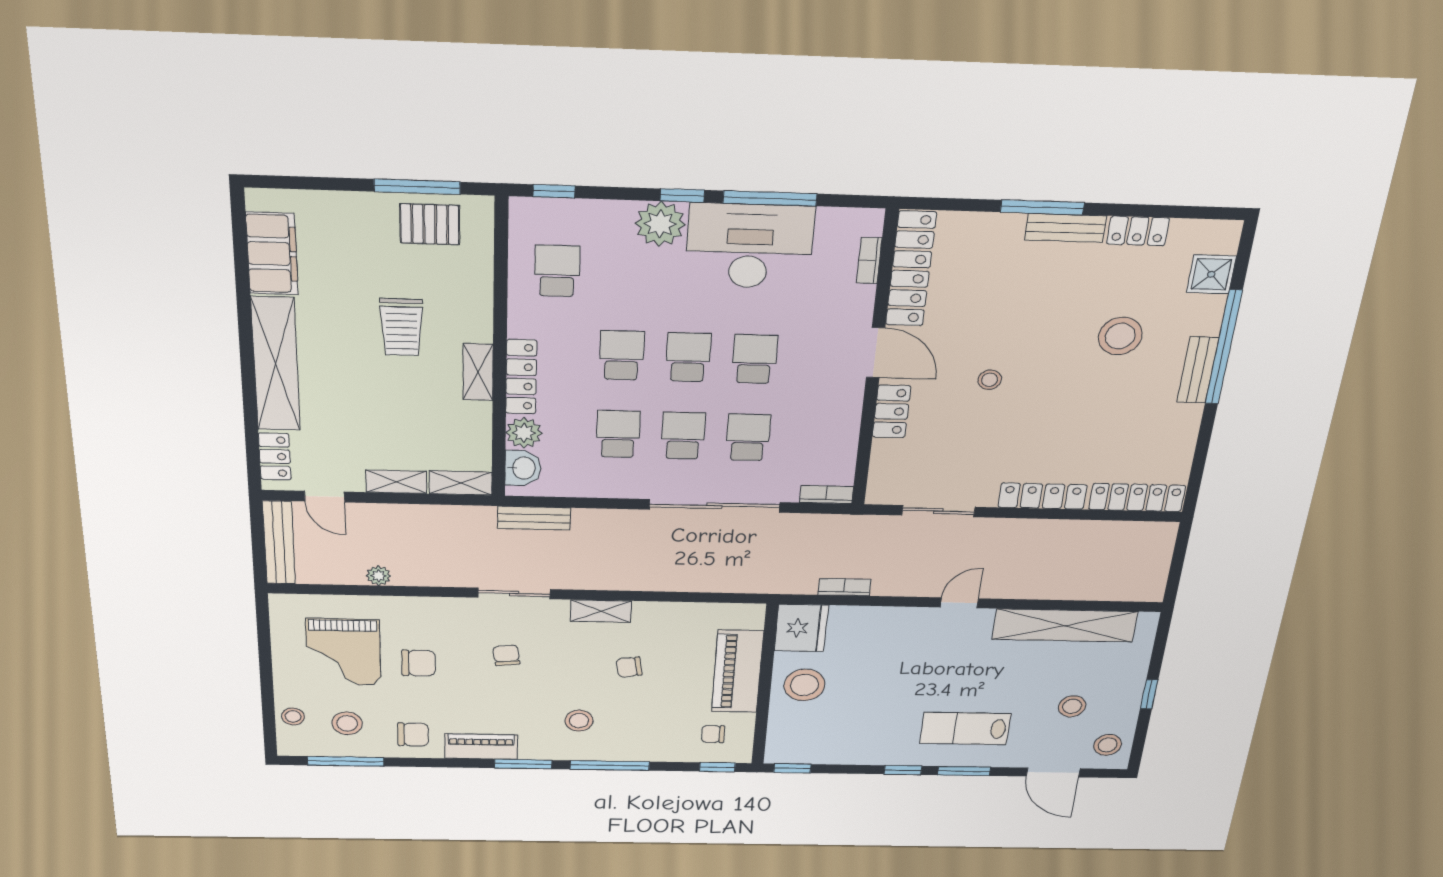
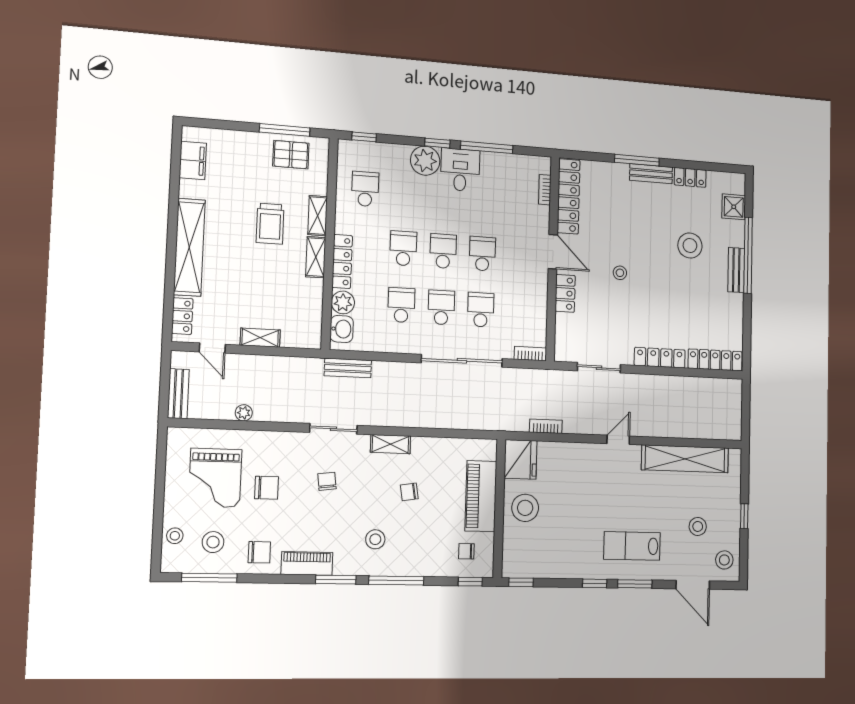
desk: (750, 246) -> (460, 170), width x0.53, depth x0.77
filing cabinet: (272, 254) -> (193, 160), width x0.67, depth x0.86
shelving: (461, 483) -> (318, 216), moved, turned 90
bench: (279, 543) -> (178, 394), width x0.73

